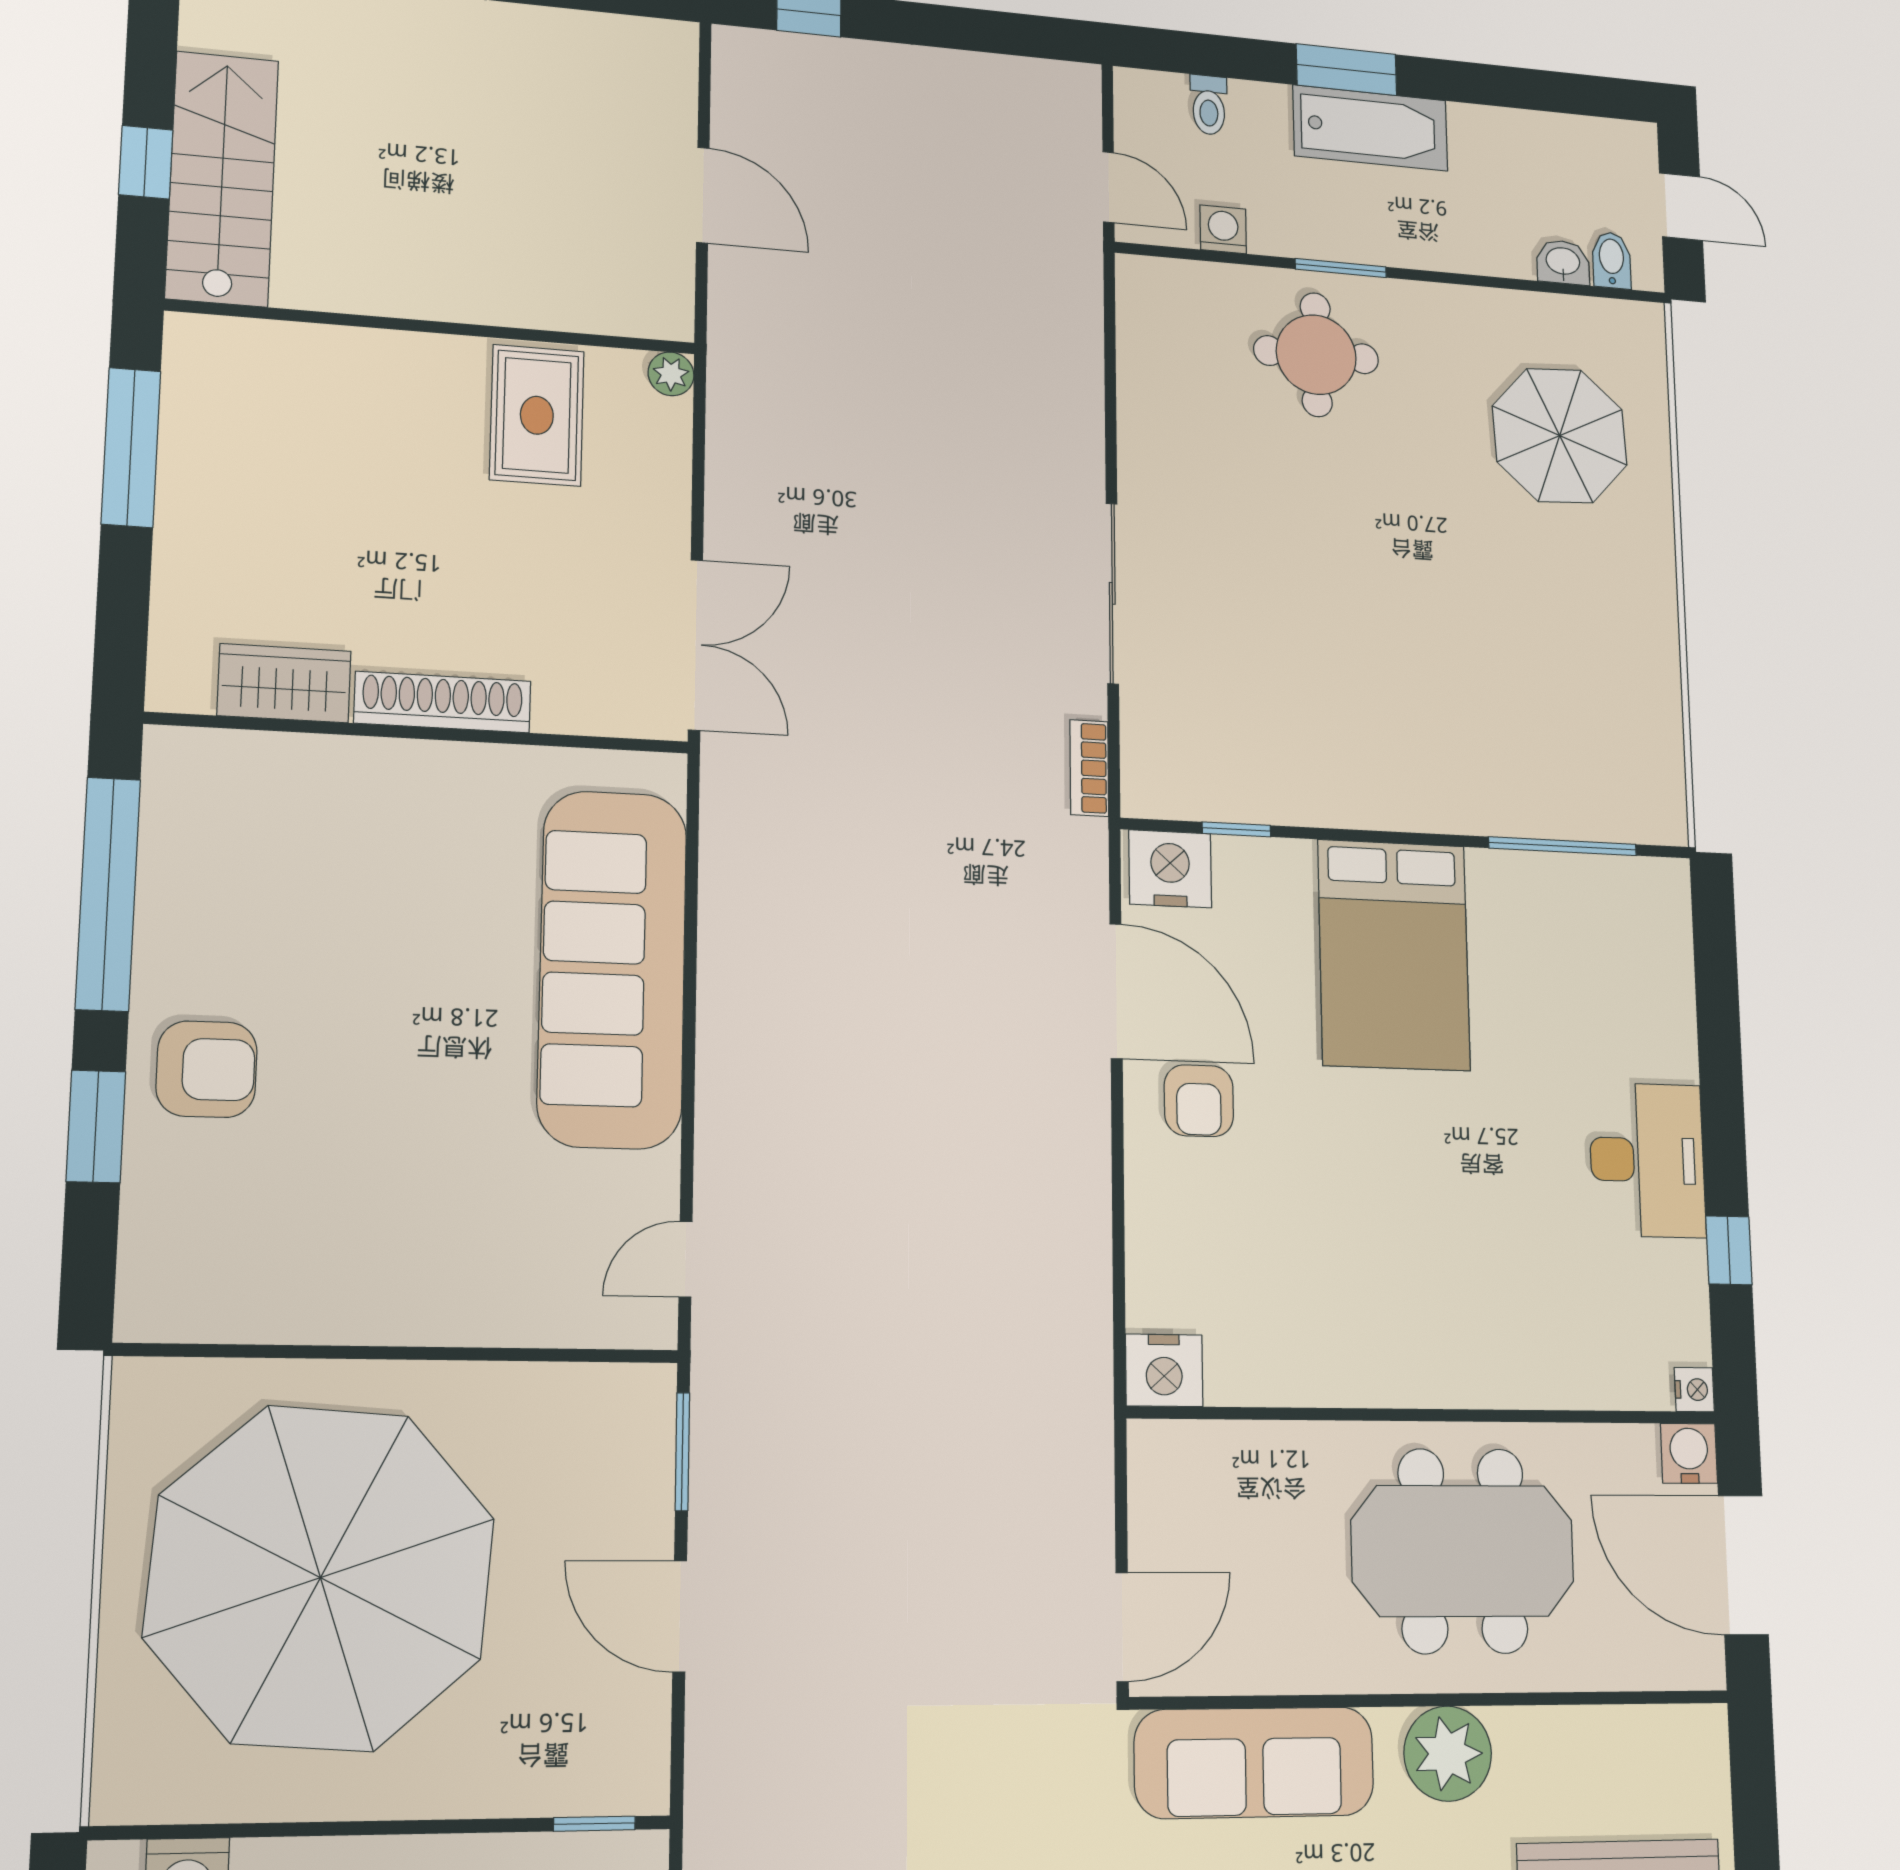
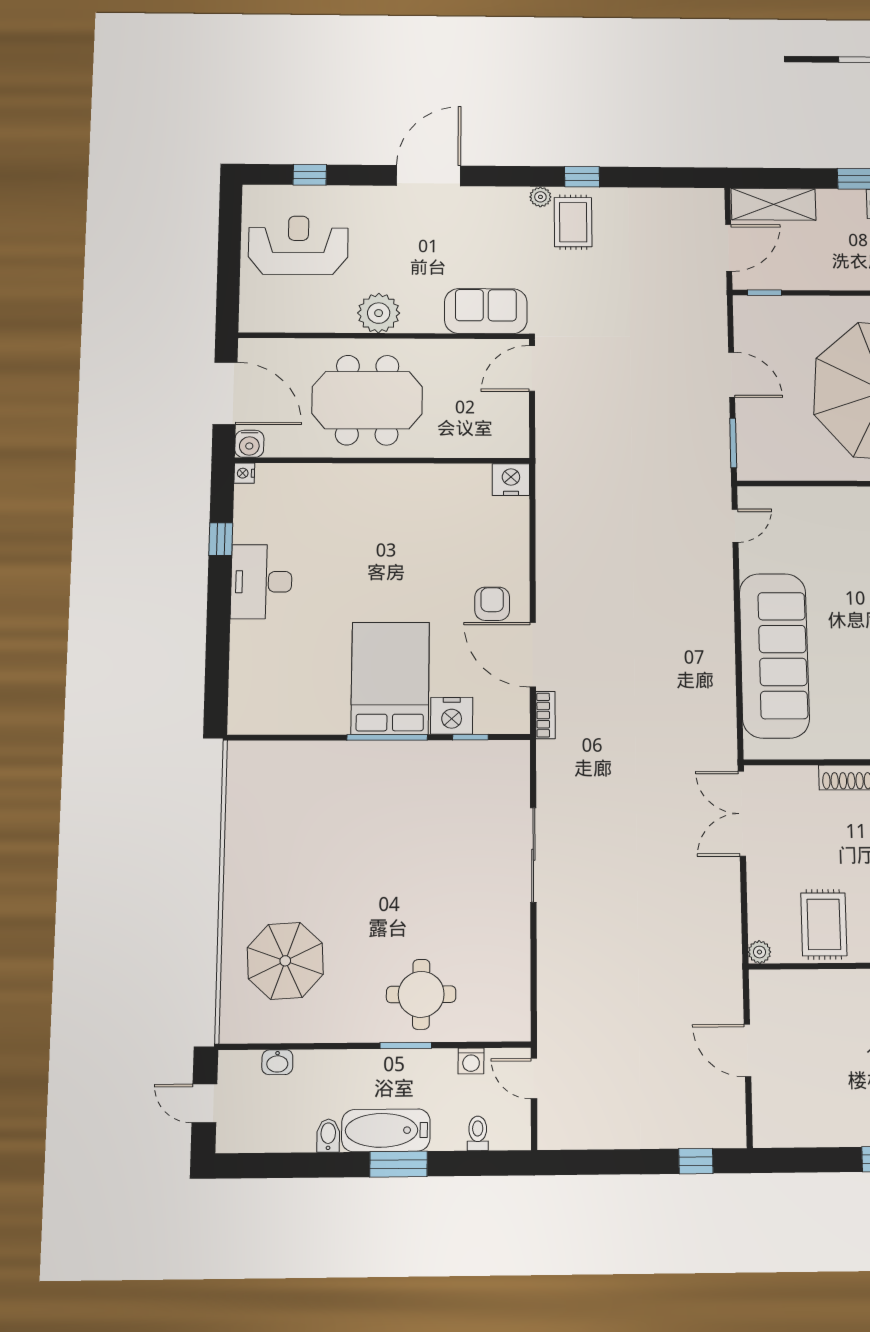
bidet: (1612, 260) -> (328, 1135), moved, turned 180
bookcase: (1089, 768) -> (545, 715), moved
window: (1563, 846) -> (387, 737), moved
nightstand: (1170, 869) -> (452, 716), moved
sofa: (1254, 1763) -> (486, 311), width x0.73

